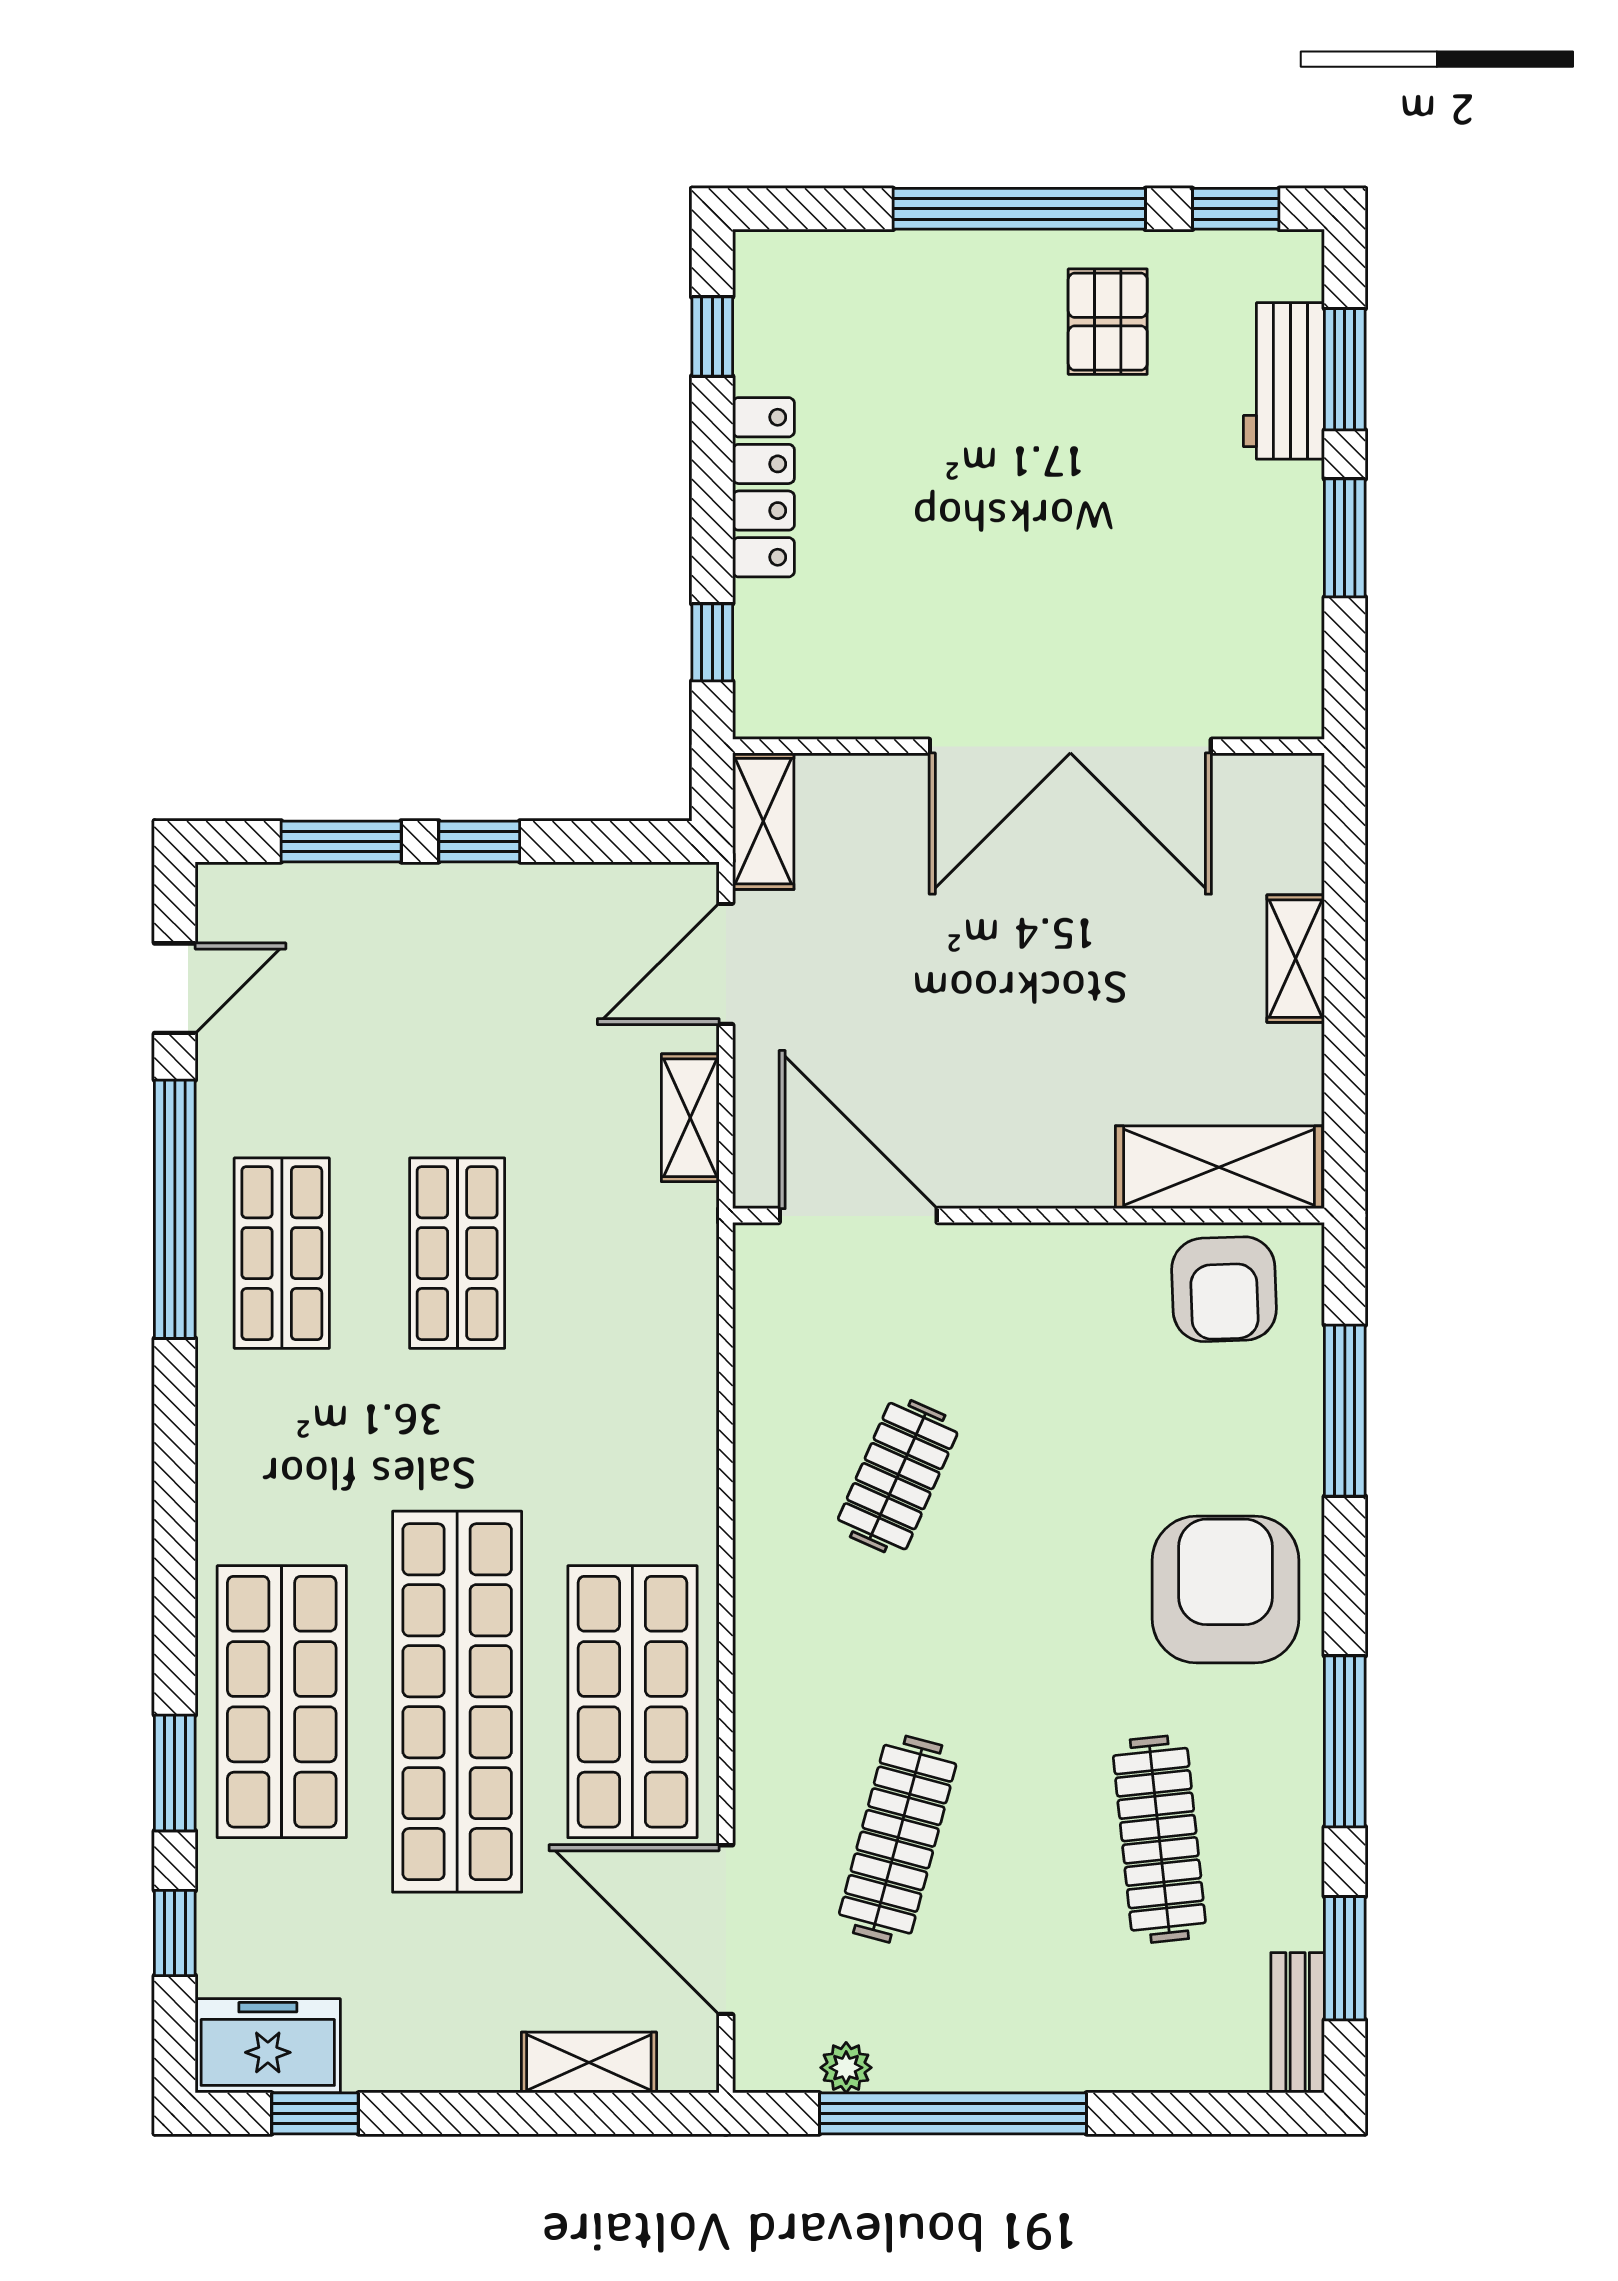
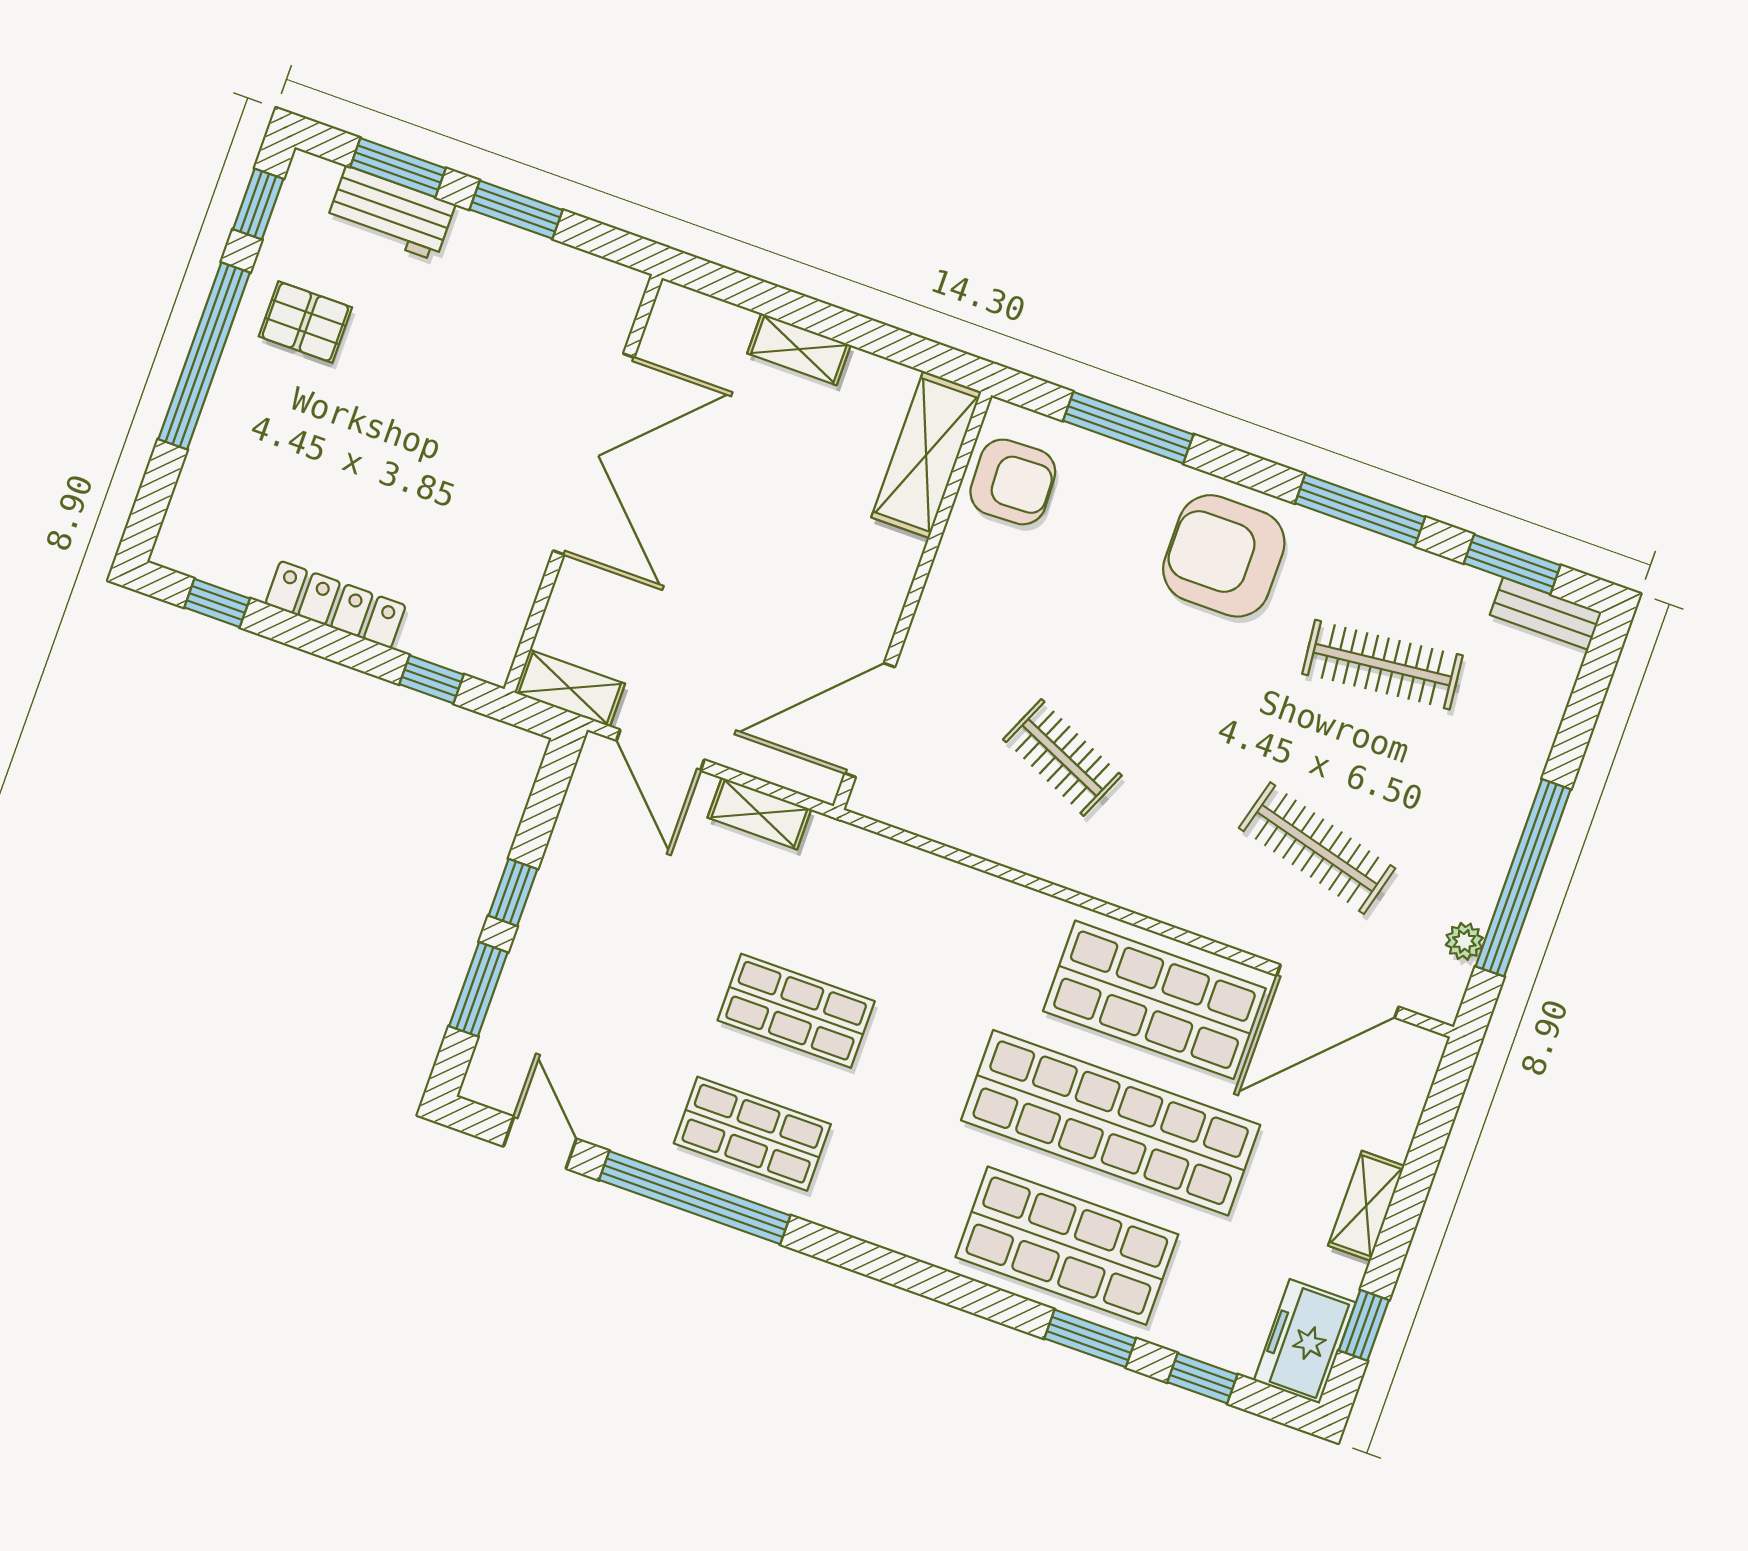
shelving: (589, 2063) -> (1366, 1206), moved

